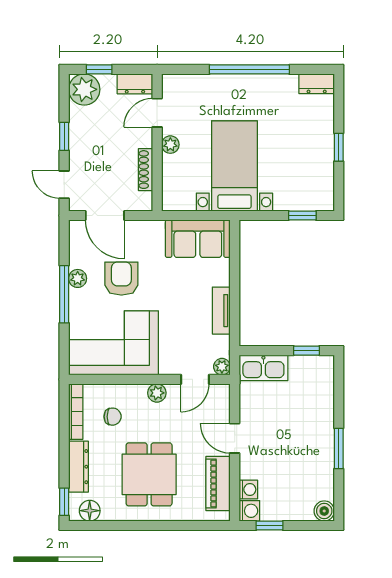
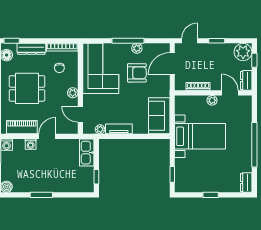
plant: (222, 367) -> (100, 129), moved
washing machine: (248, 489) -> (31, 144), moved

